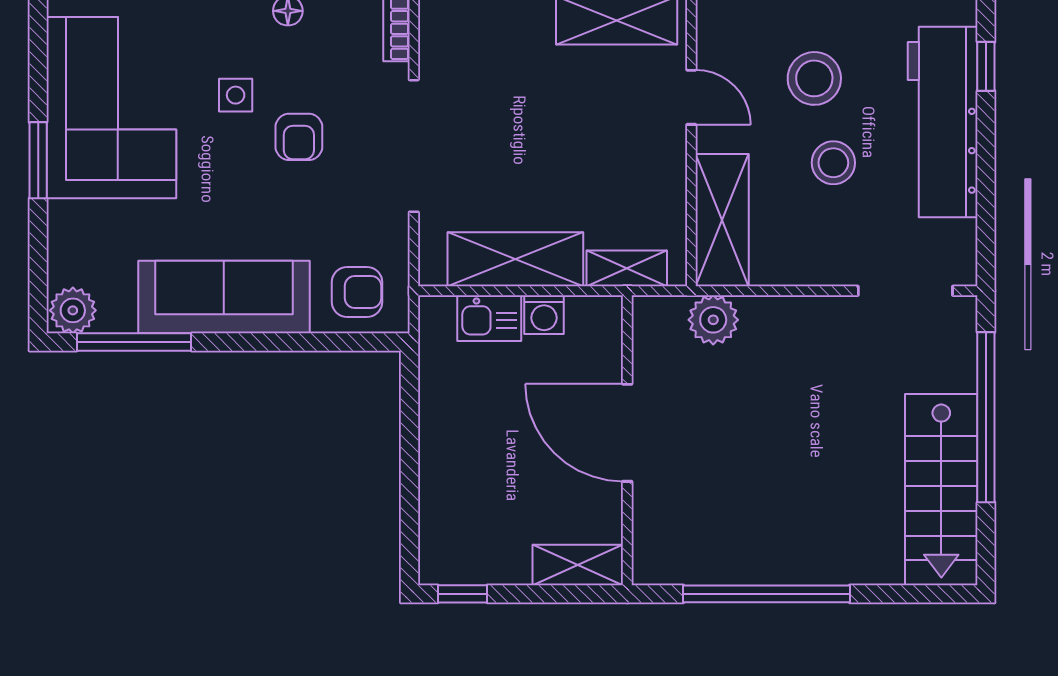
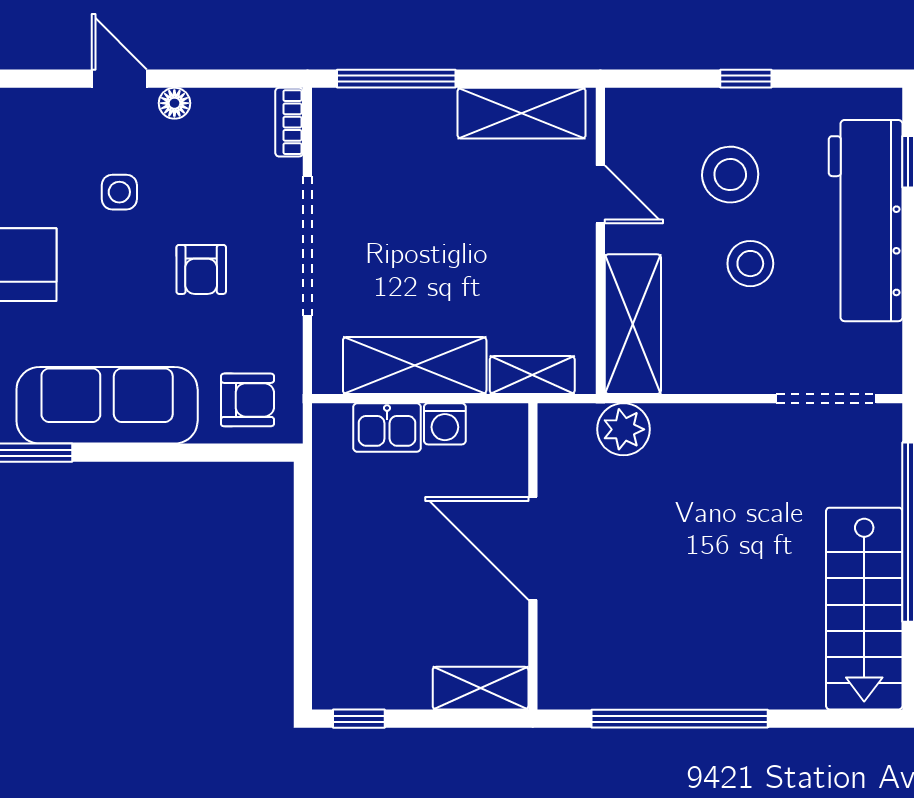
armchair: (299, 137) -> (201, 269), moved

